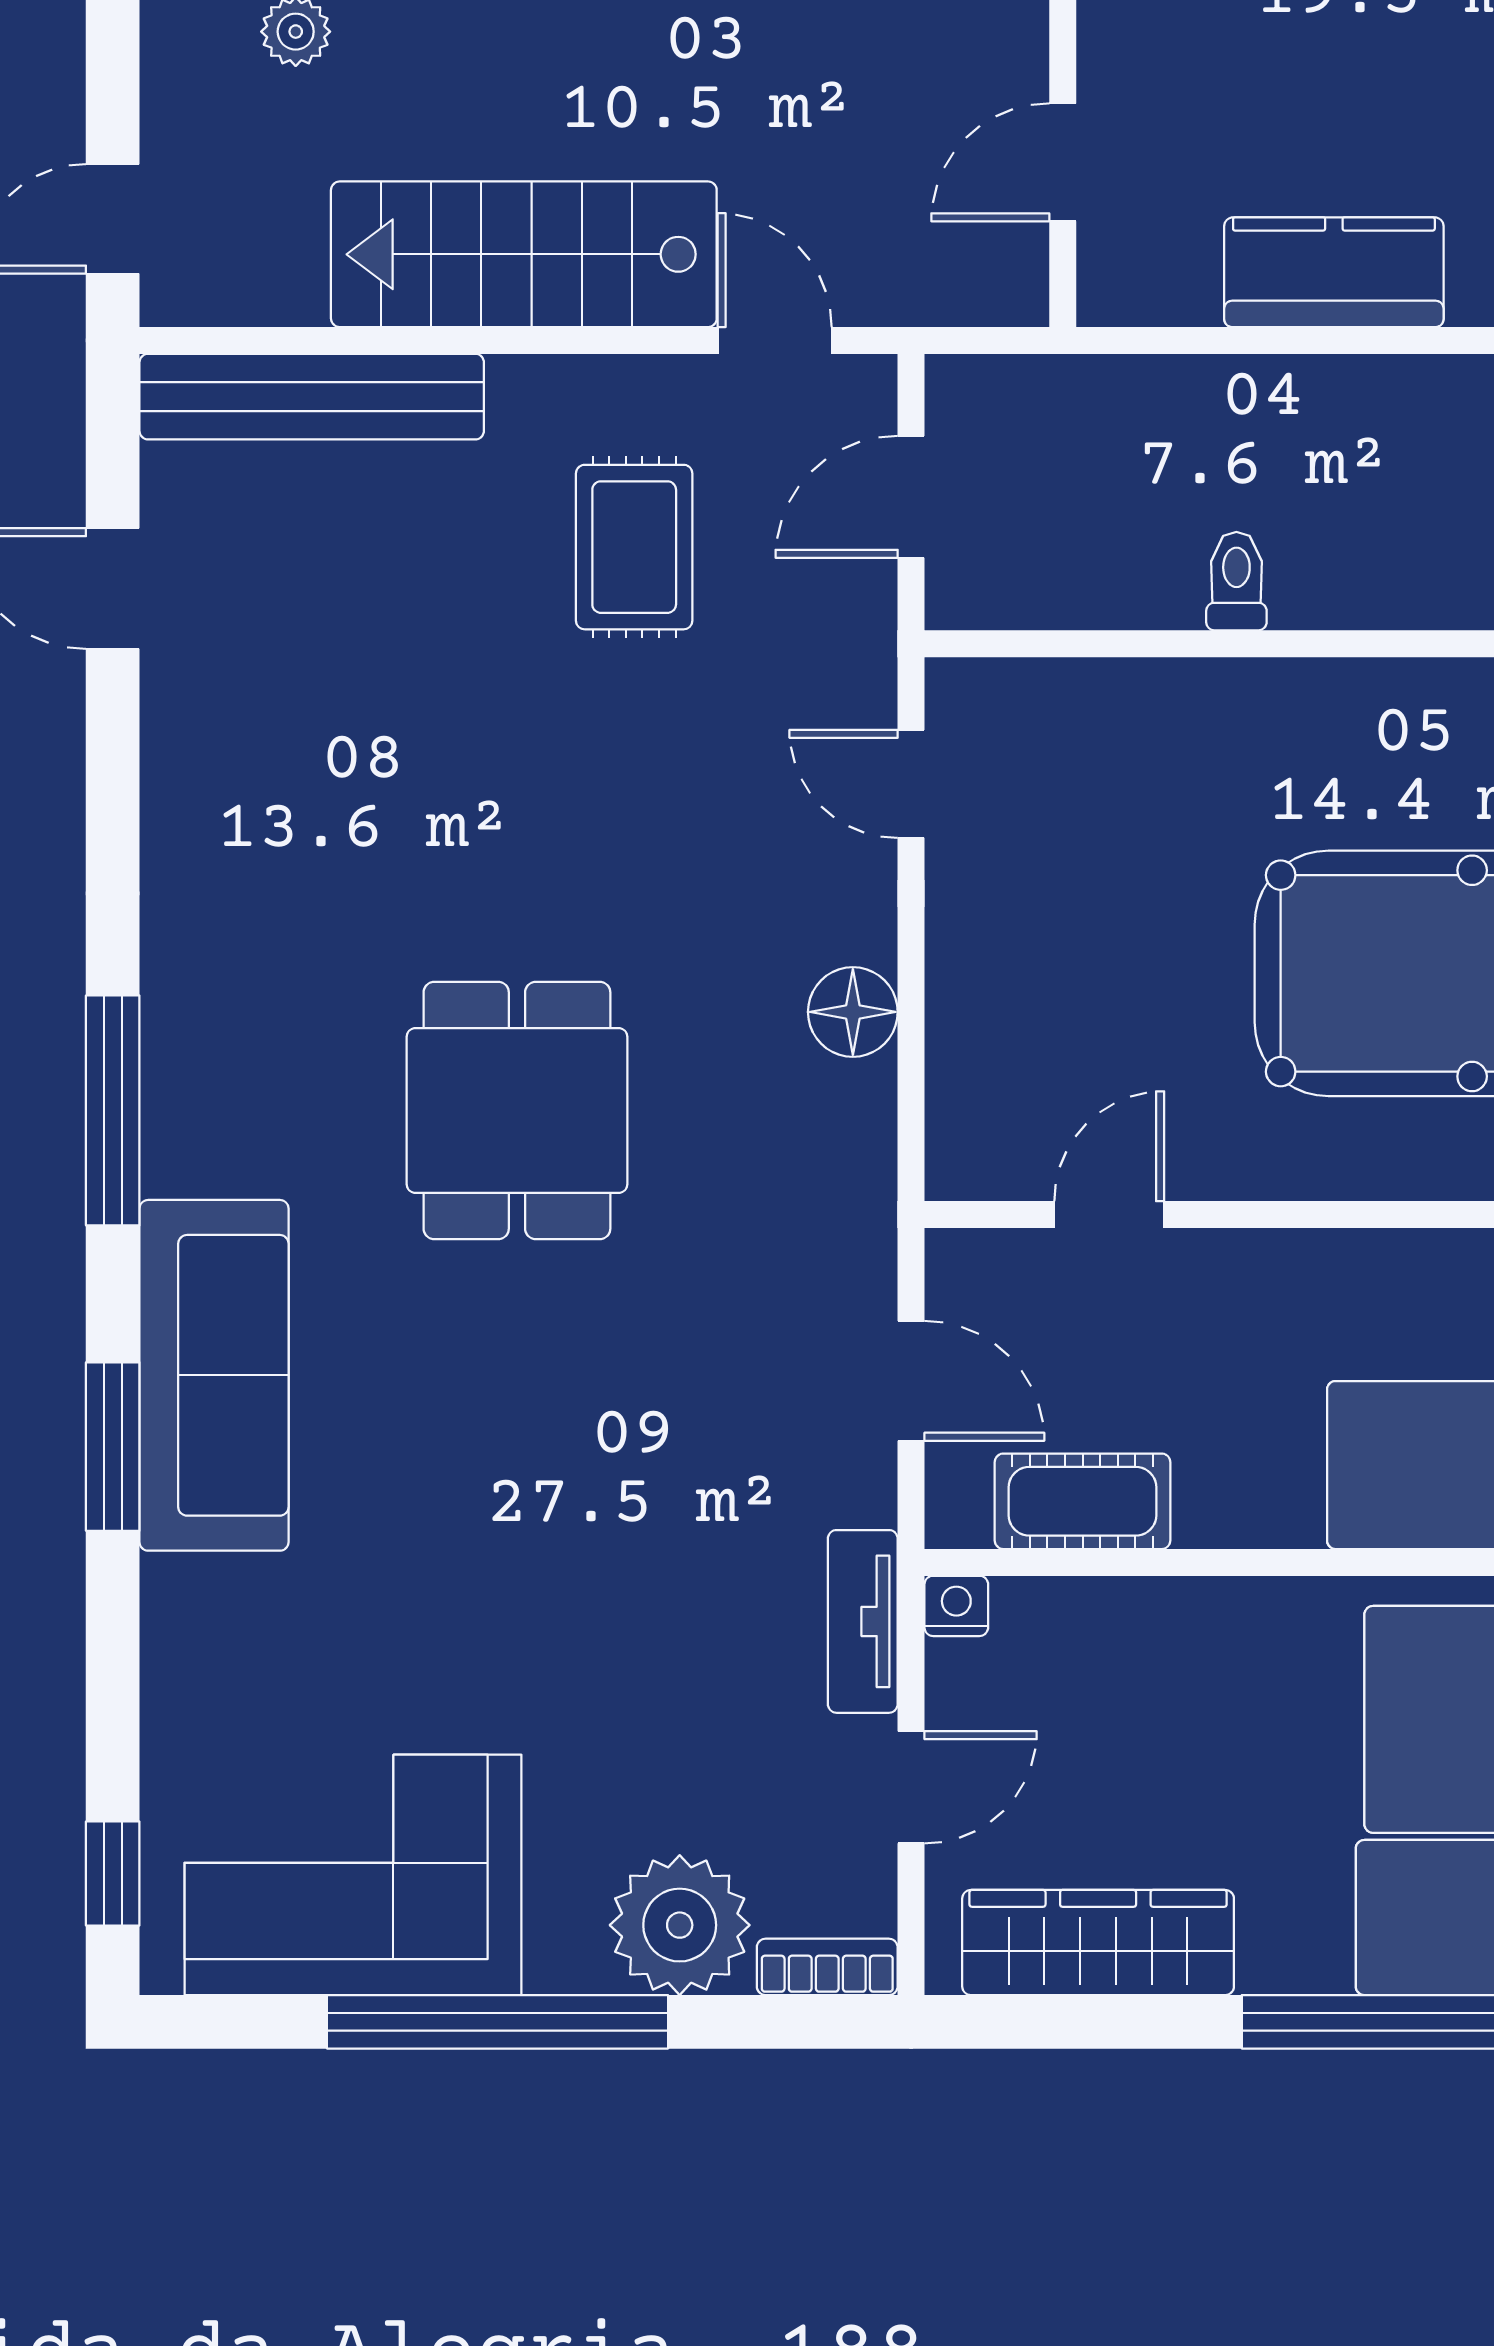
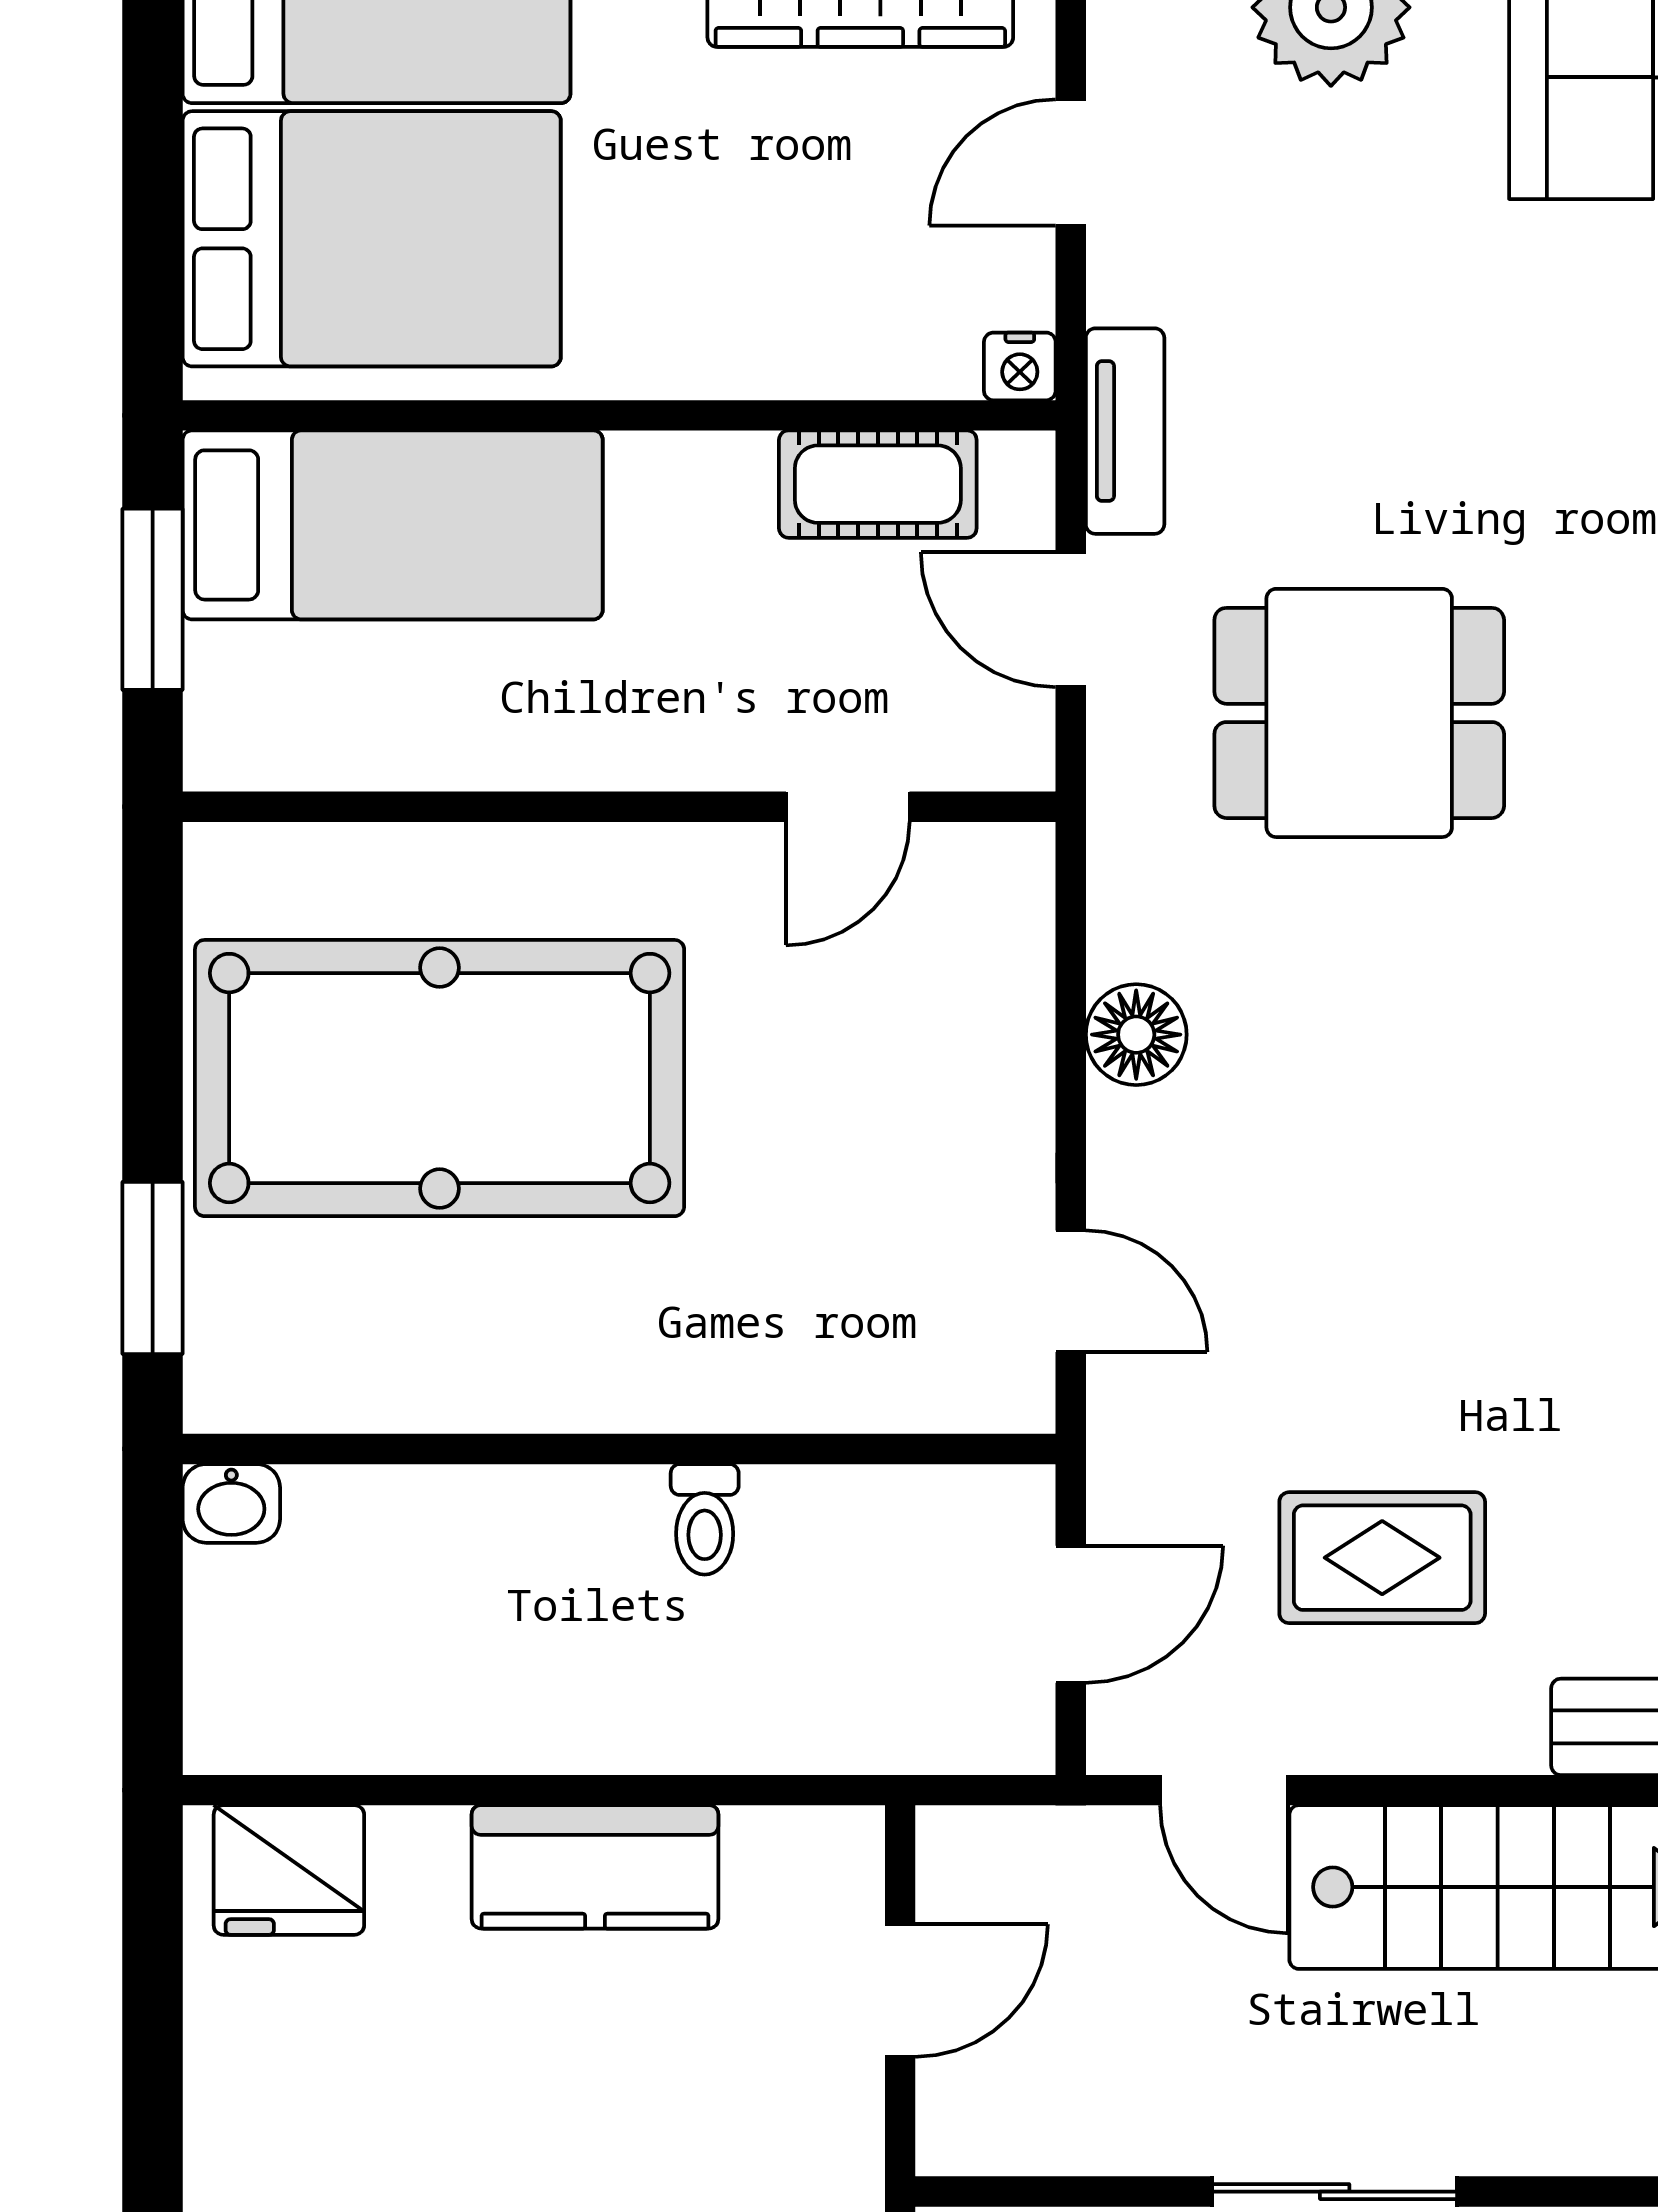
rug: (634, 547) -> (1382, 1558), turned 90
dining table: (517, 1110) -> (1359, 713), moved, turned 90
tv unit: (863, 1621) -> (1125, 431), moved

